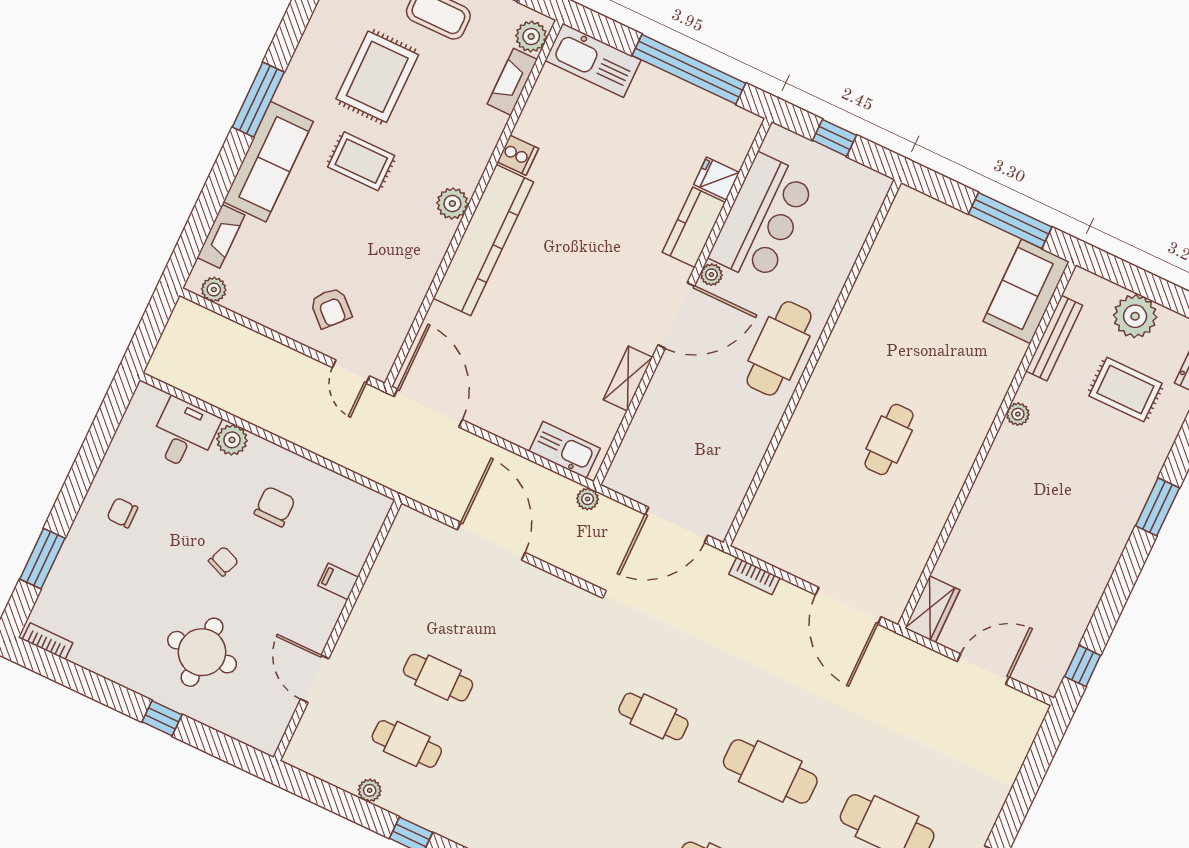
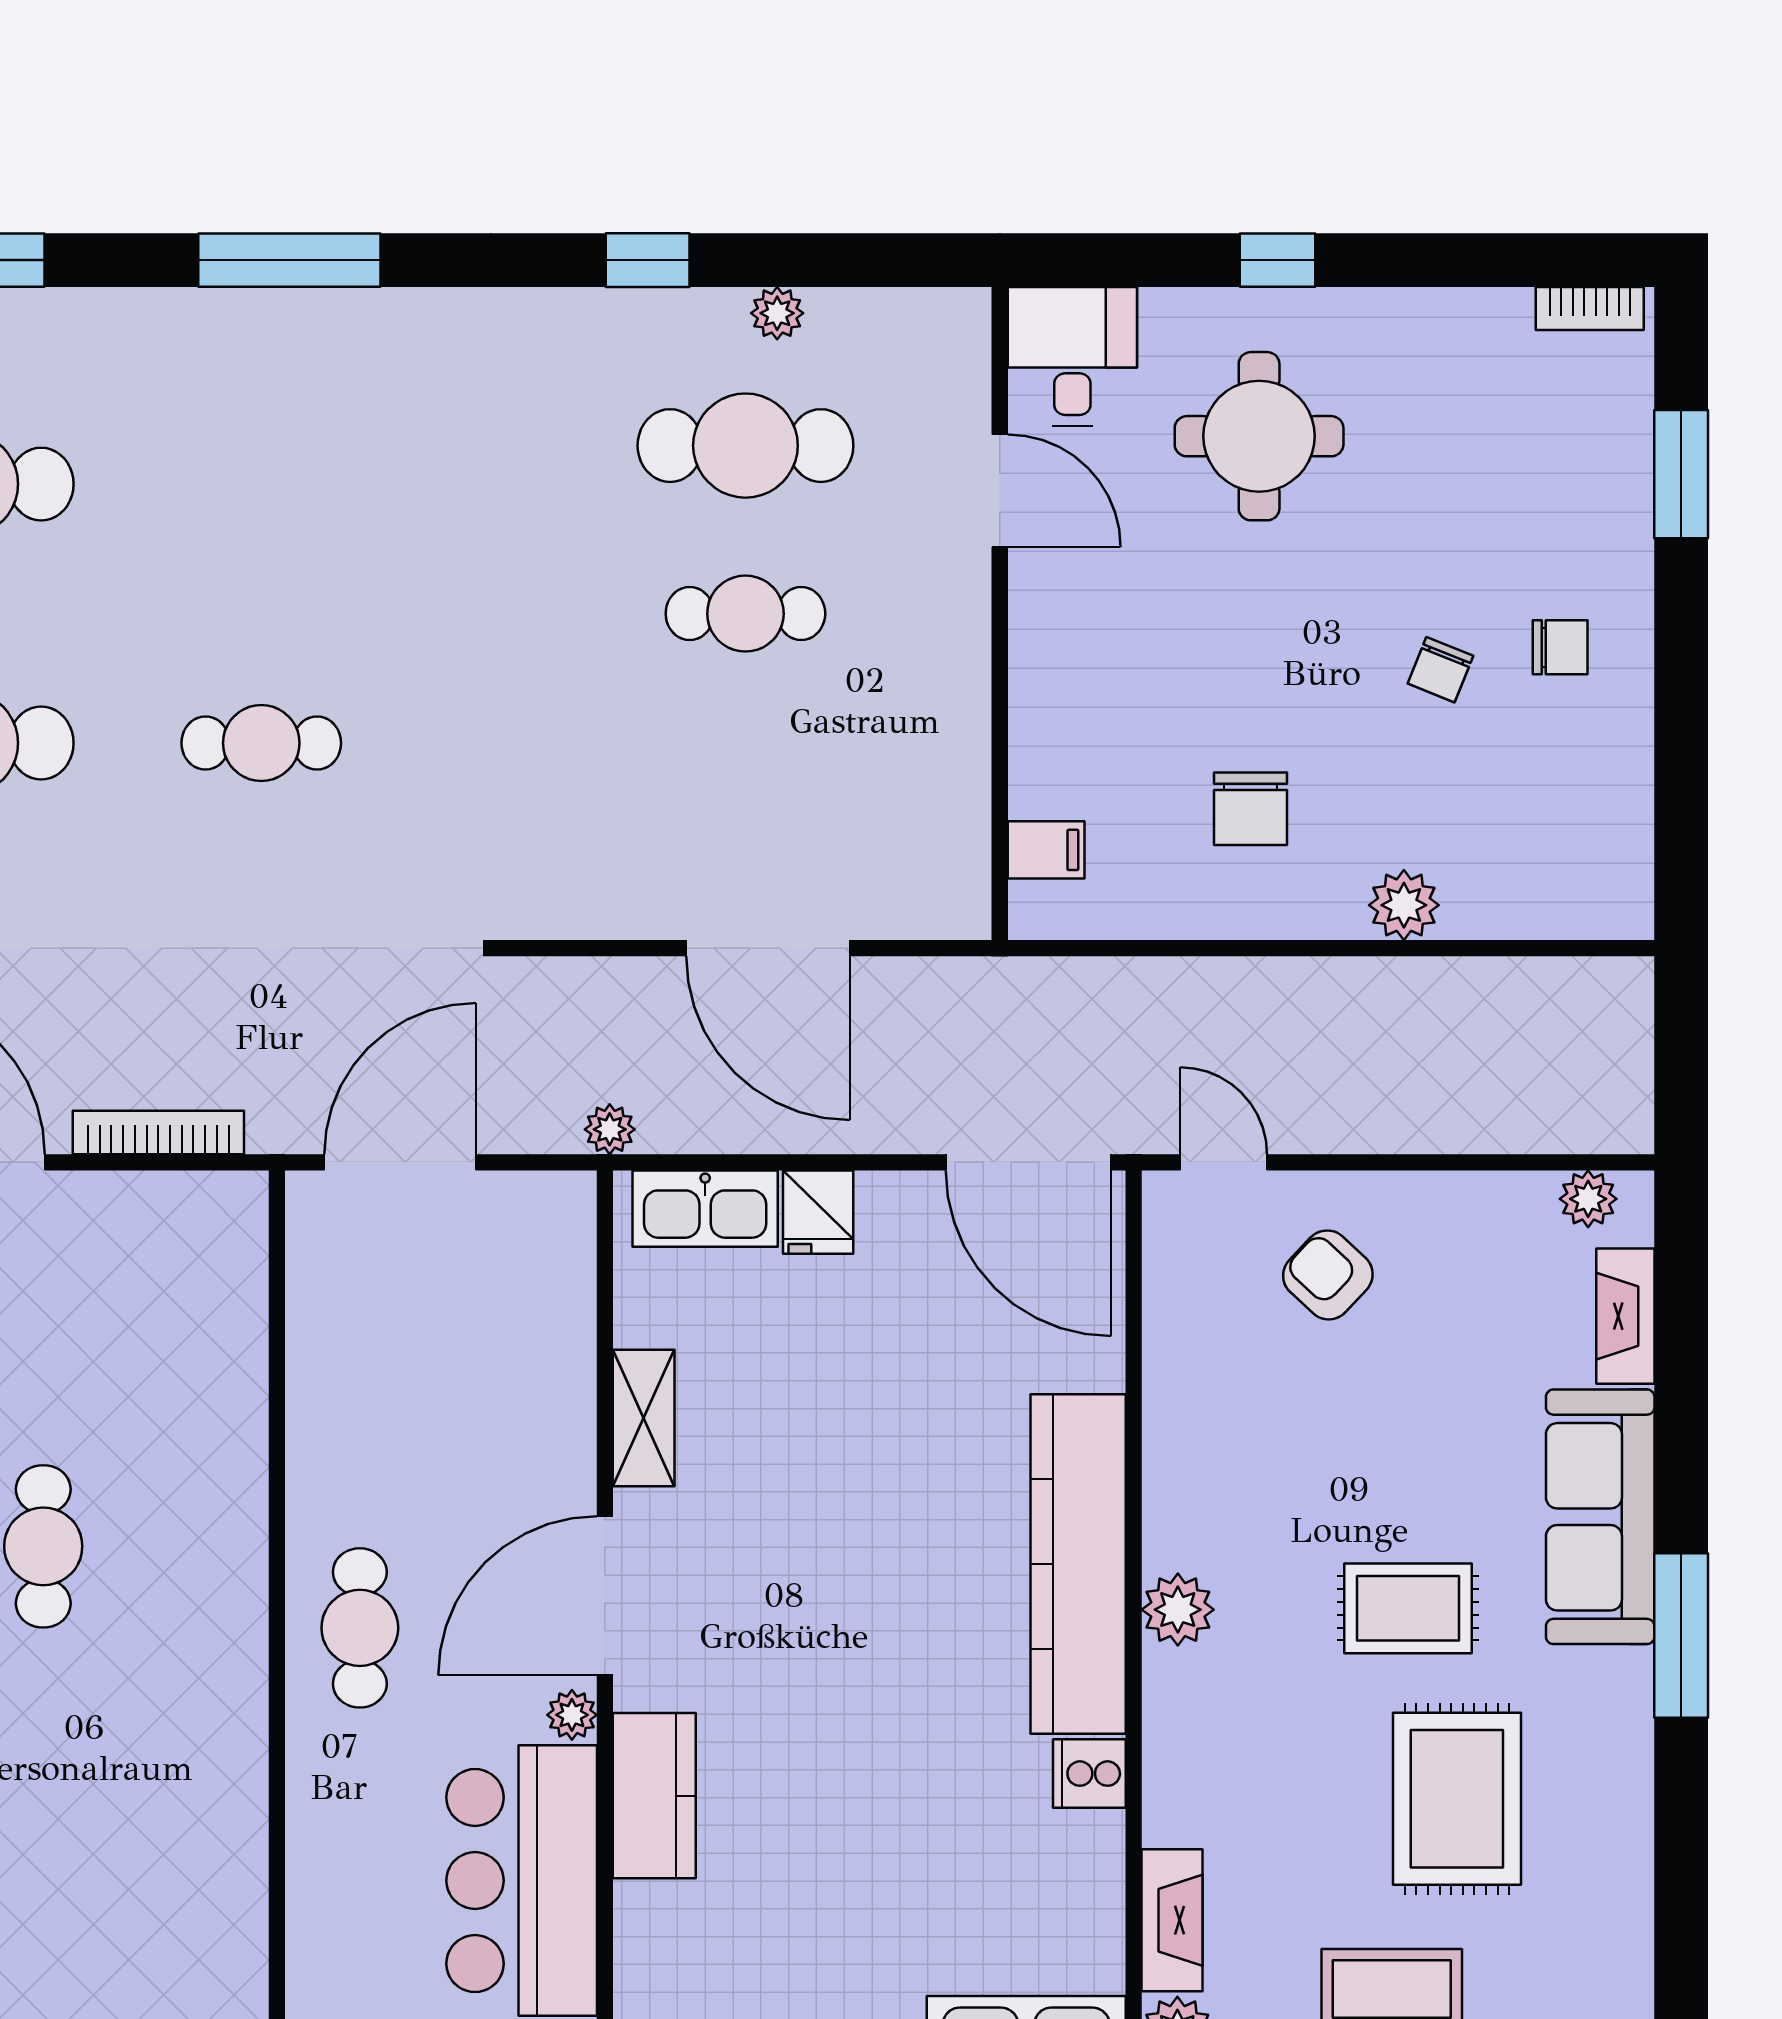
fridge: (717, 179) -> (818, 1212), moved, turned 90
cafe table: (779, 348) -> (360, 1628), width x0.73, depth x0.74
desk: (184, 434) -> (1072, 357), moved, turned 180
chair: (223, 561) -> (1440, 670), moved
bookcase: (754, 576) -> (158, 1132), width x1.56
filing cabinet: (338, 581) -> (1046, 850), moved
cafe table: (407, 744) -> (745, 446), width x1.37, depth x1.35

